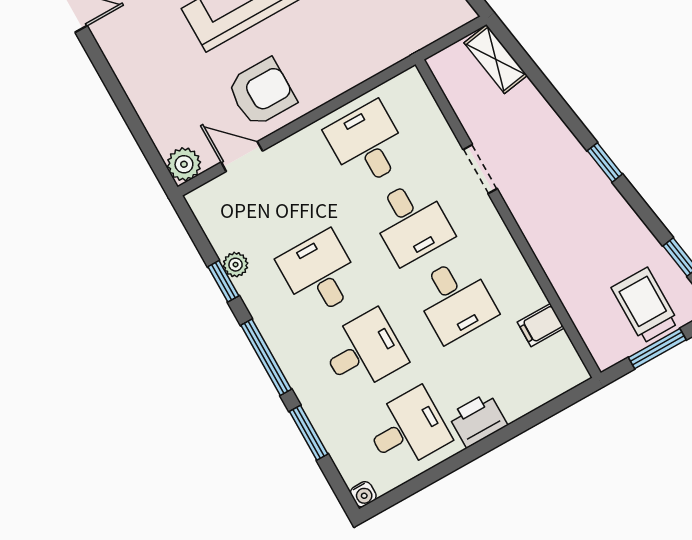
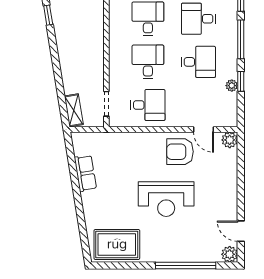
desk: (367, 144) -> (148, 105), turned -90
window: (605, 162) -> (48, 15), moved
doorway: (480, 169) -> (106, 104), moved
desk: (320, 273) -> (198, 62), turned -90

